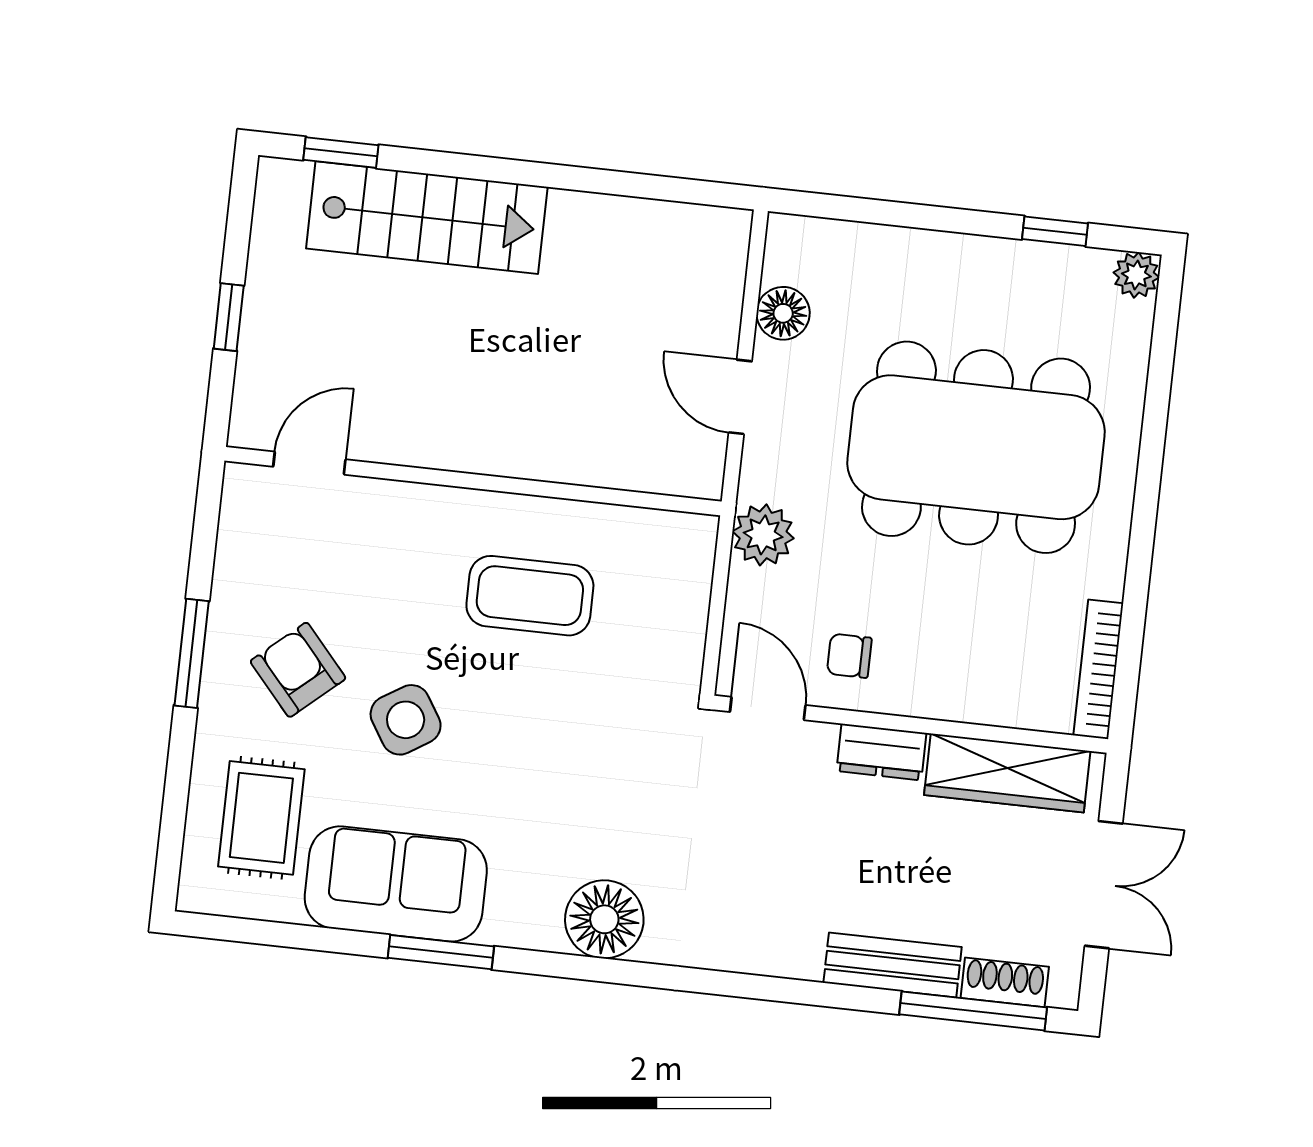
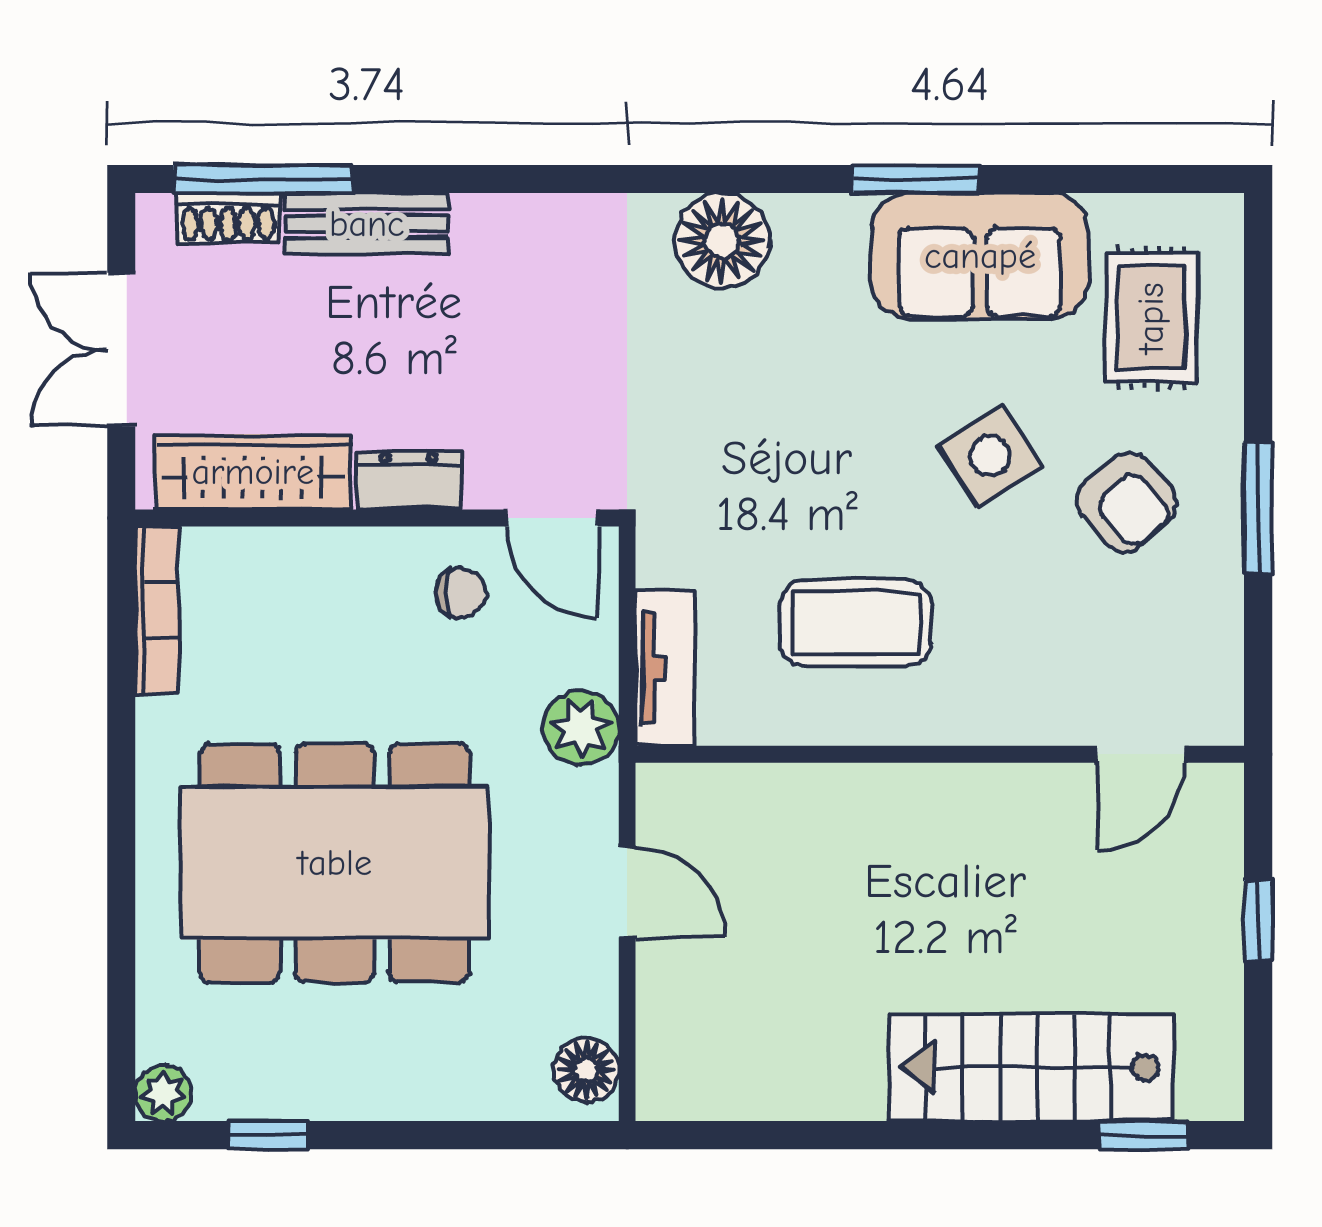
floor lamp: (783, 313) -> (586, 1070), moved
tv unit: (689, 576) -> (665, 668), added

